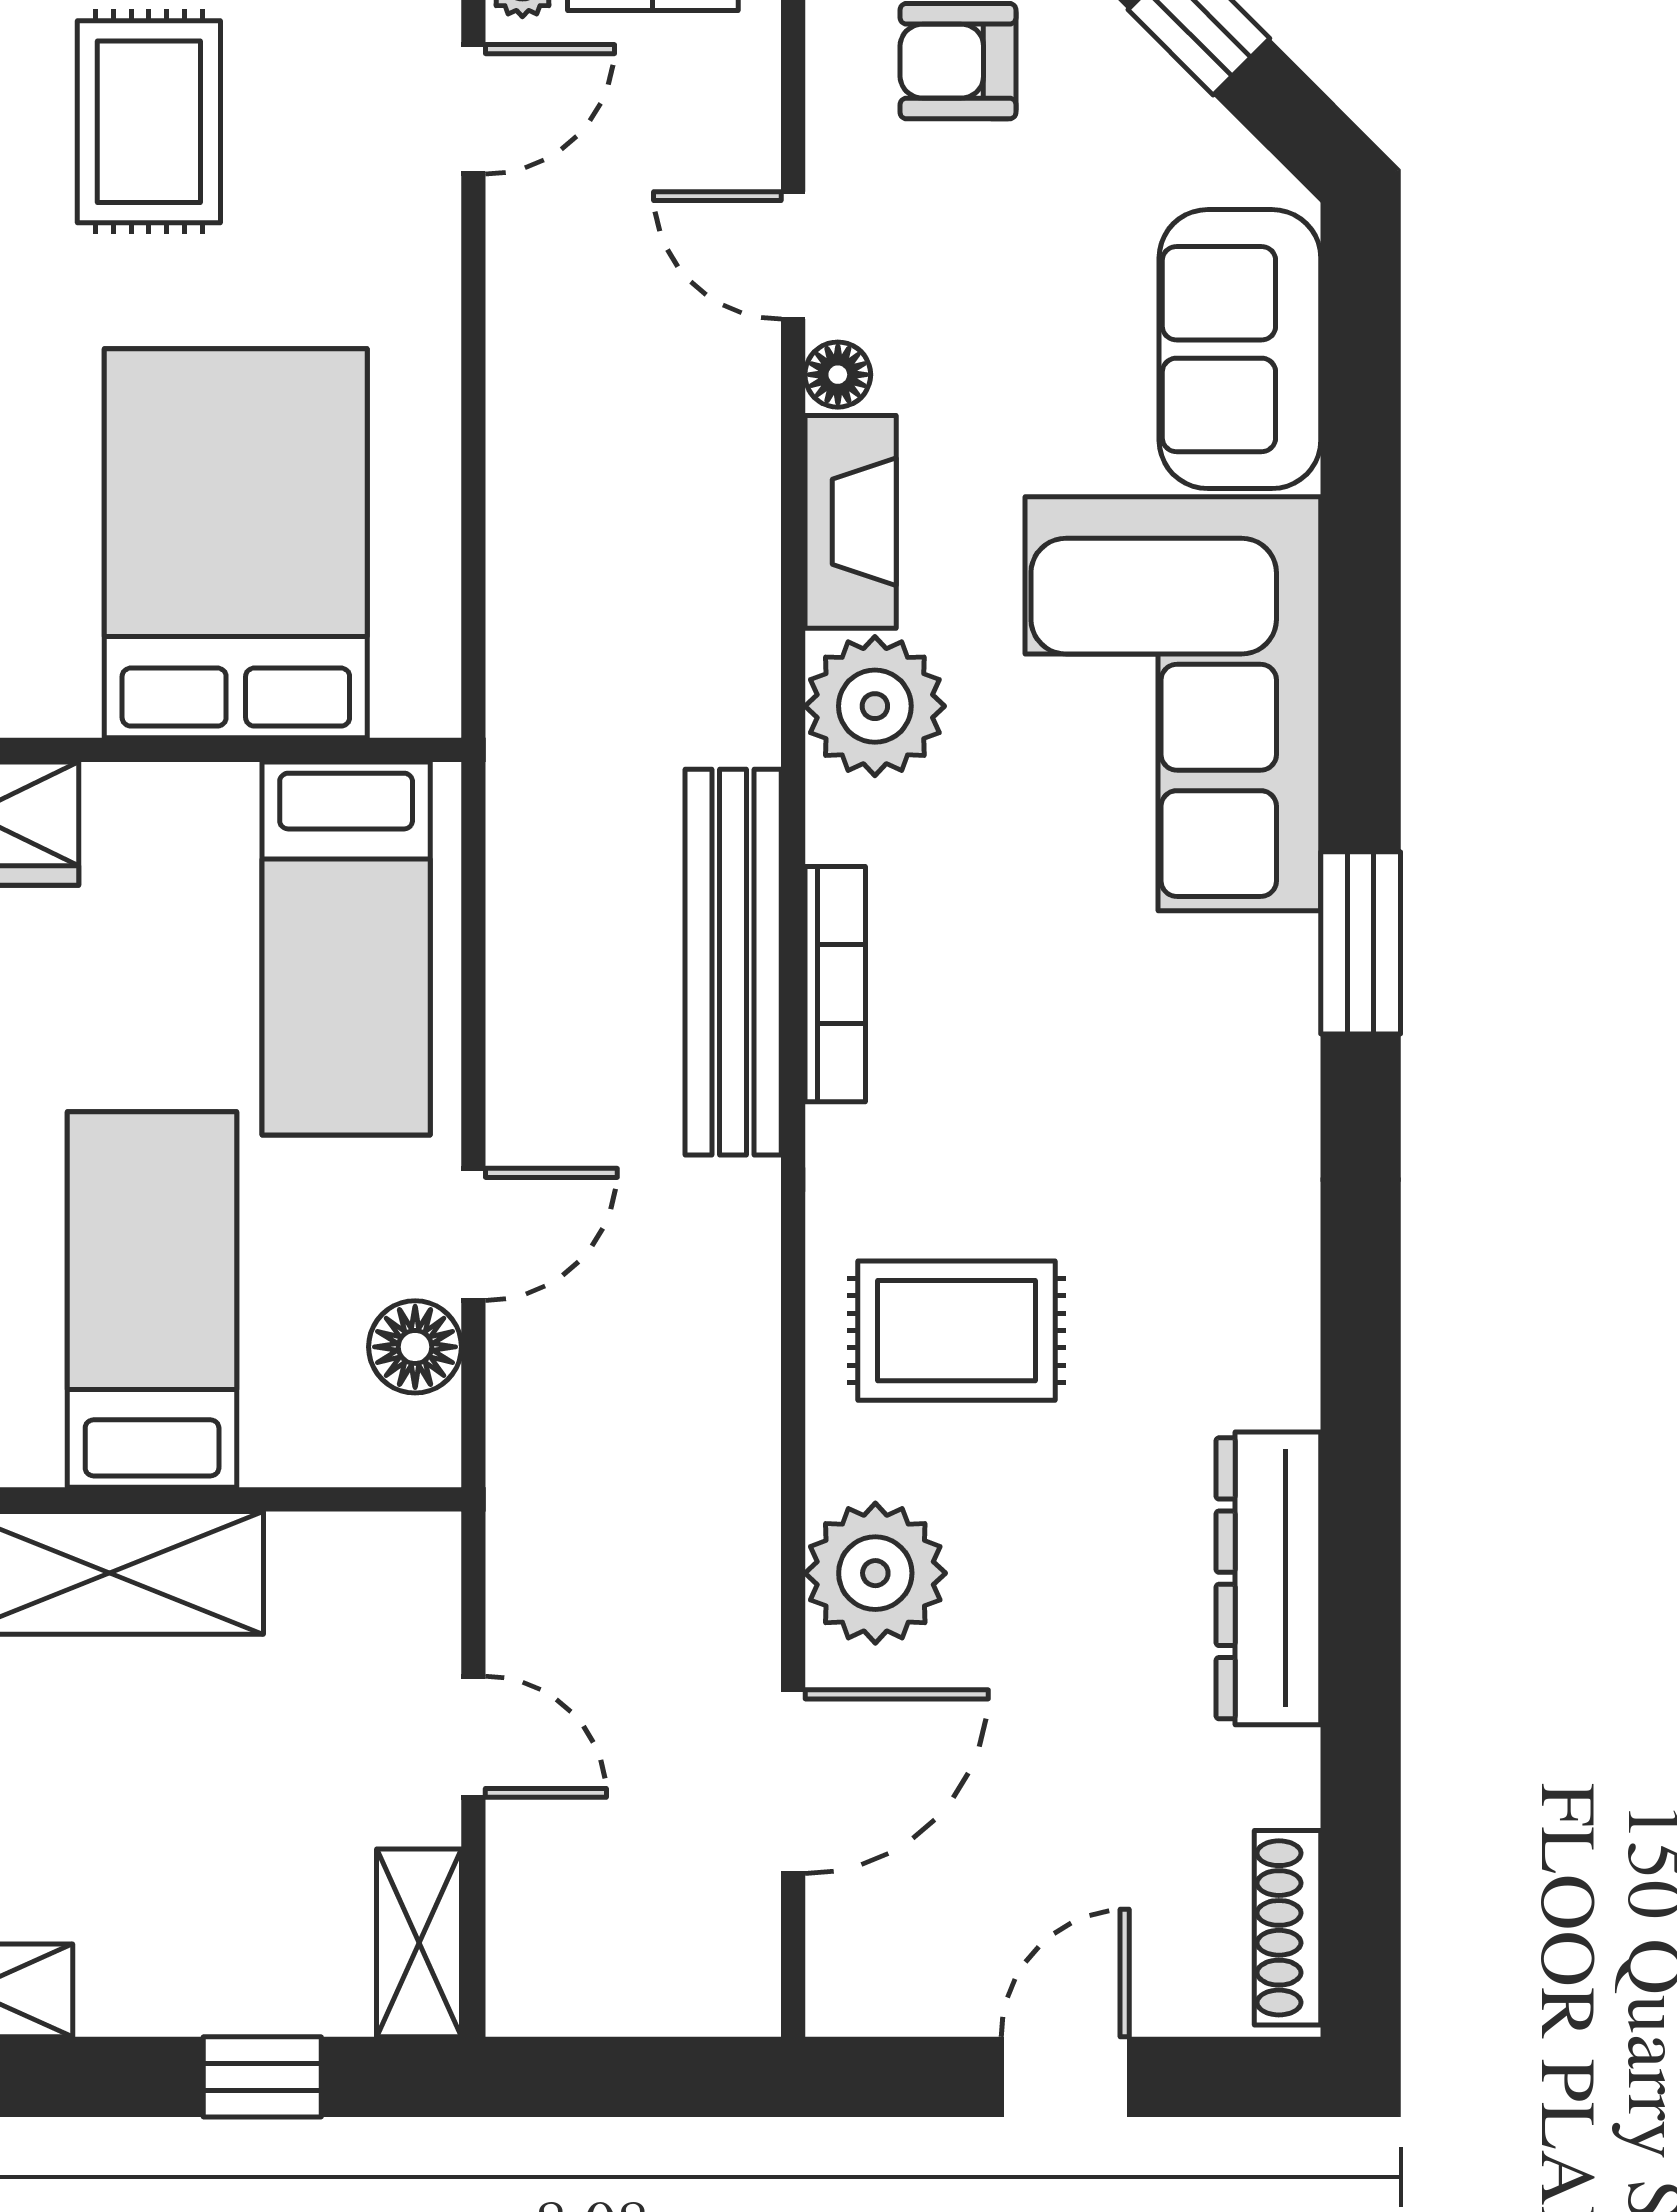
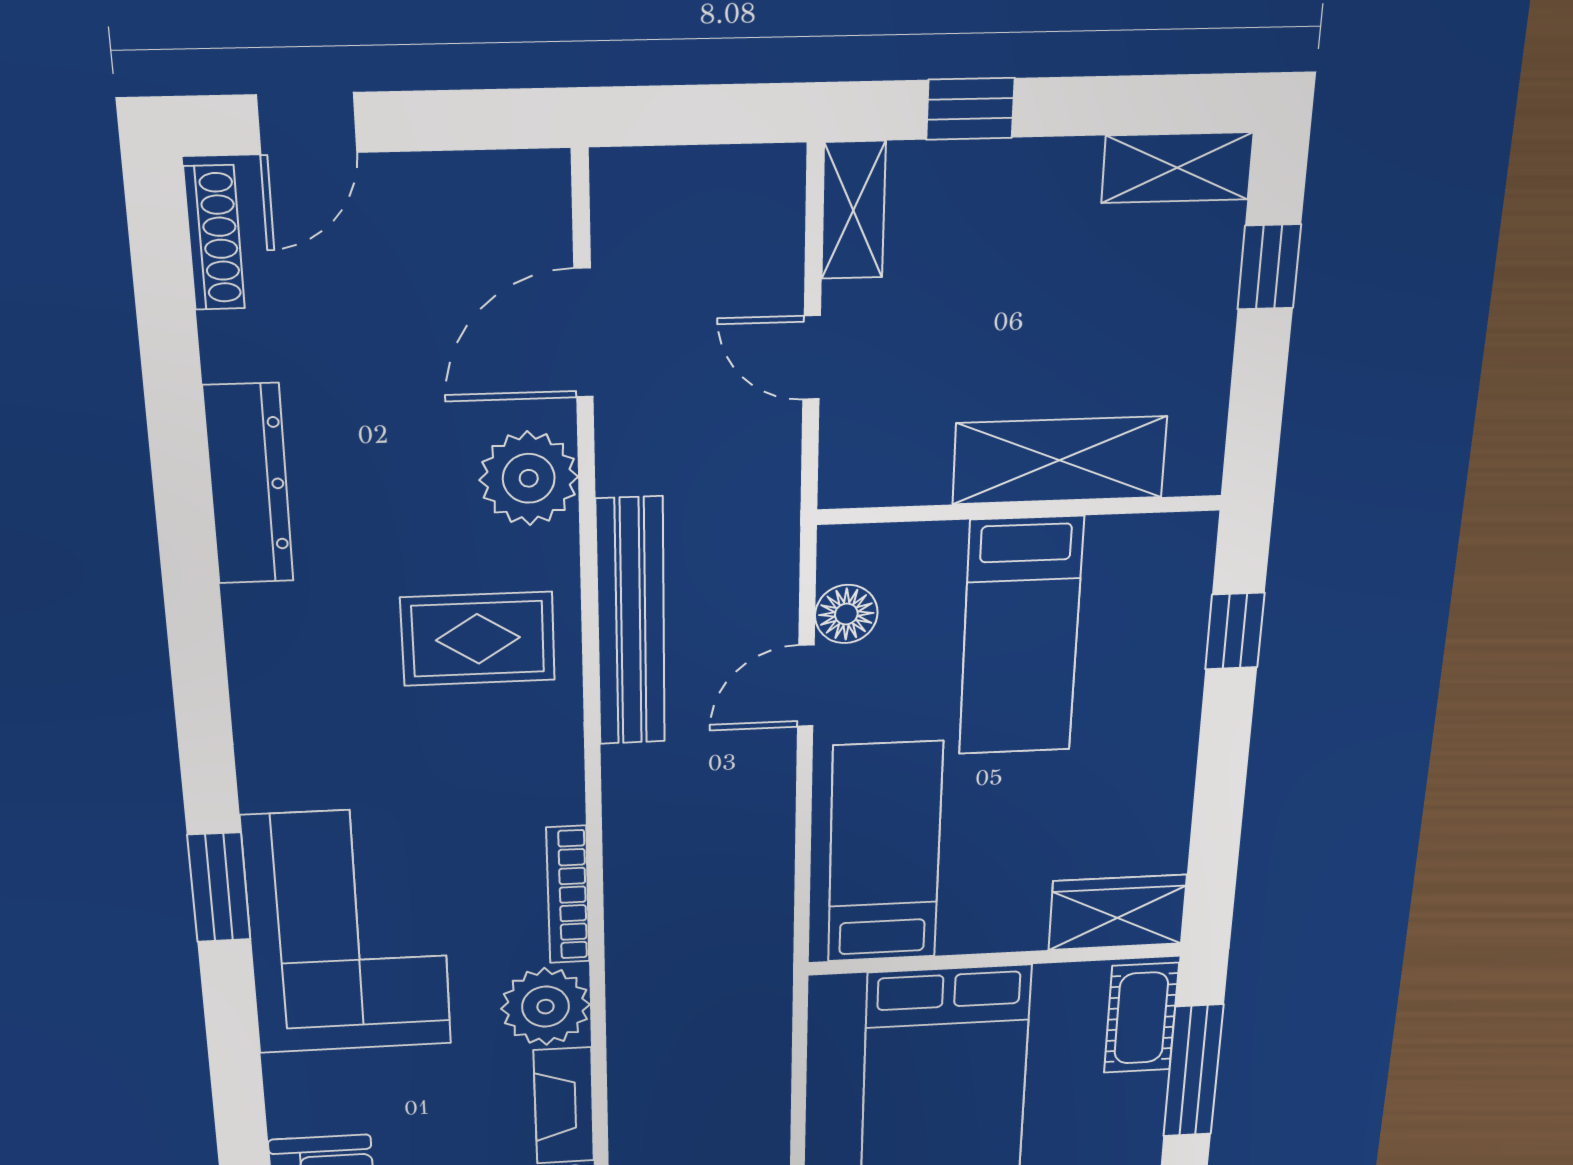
corner sofa: (1173, 704) -> (348, 932), moved
bench: (733, 962) -> (631, 622), moved
bookcase: (835, 984) -> (568, 895), moved
door: (1065, 2077) -> (307, 124), moved

